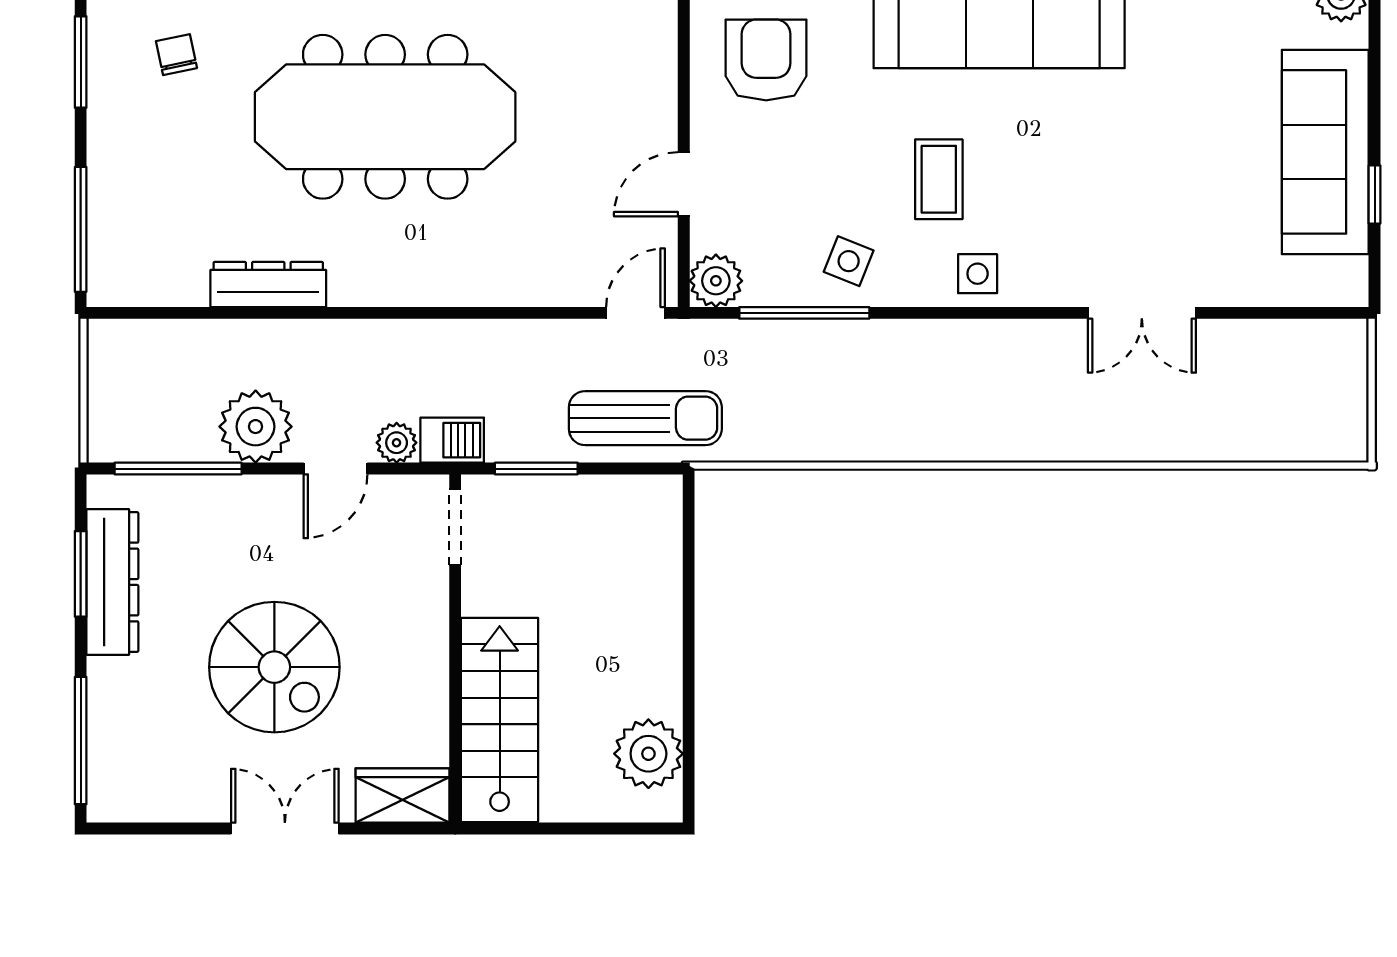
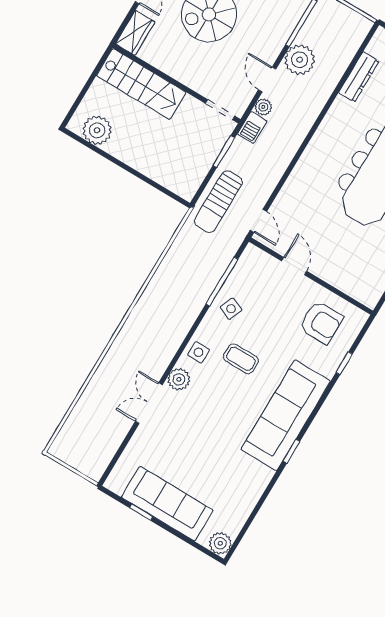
plant: (716, 281) -> (179, 379), moved
dresser: (268, 284) -> (359, 77), moved

